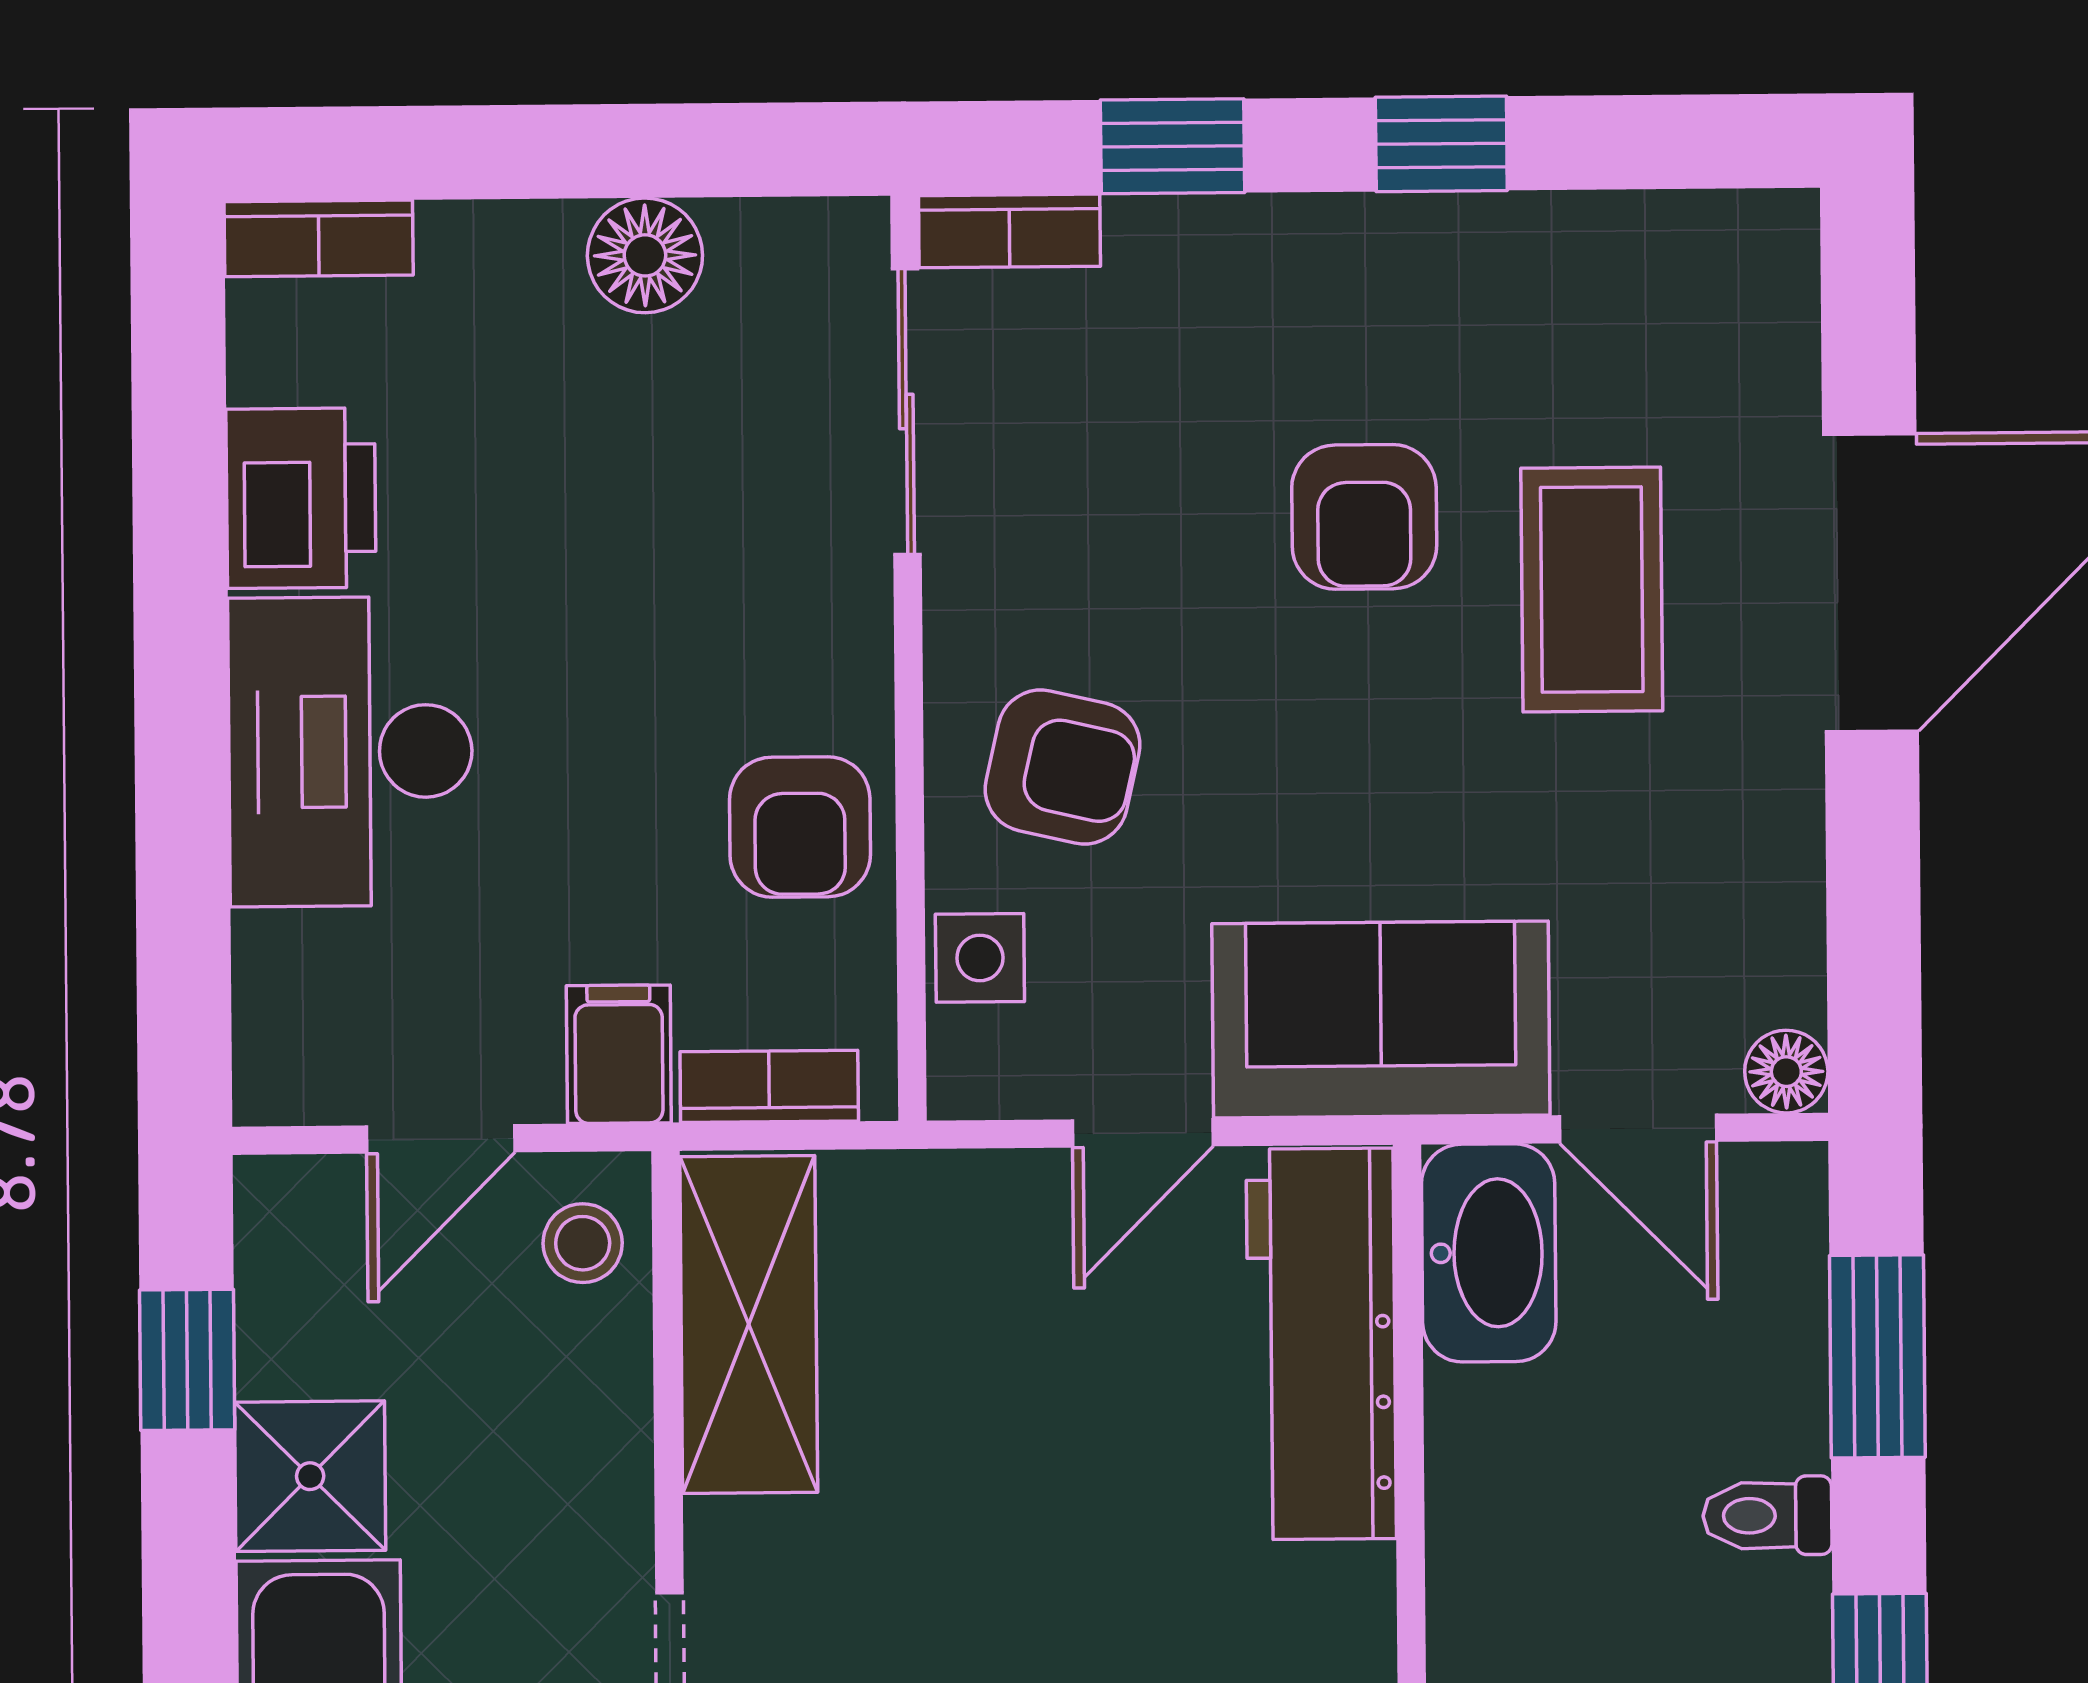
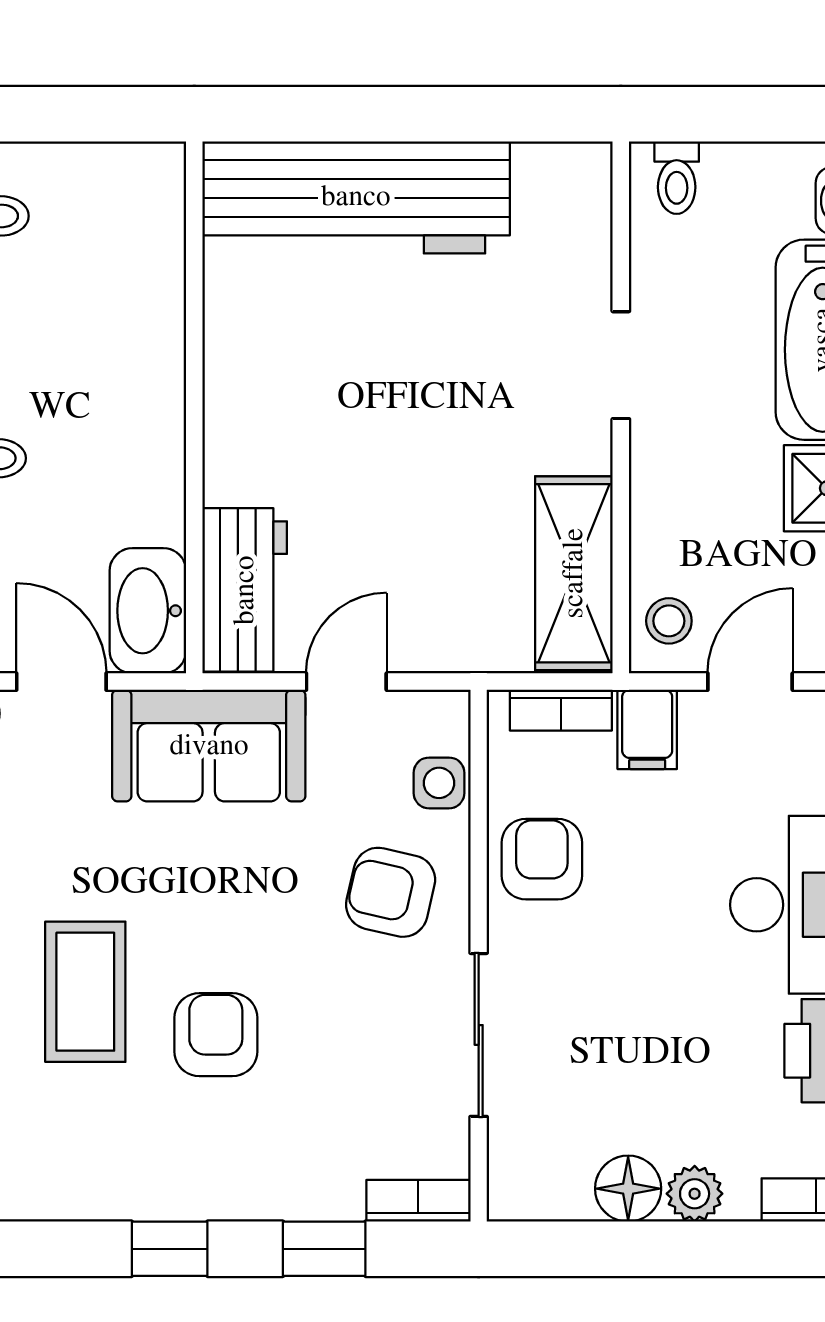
plant: (529, 247) -> (695, 1194), added
sliding door: (906, 412) -> (479, 1035), moved
workbench: (1321, 1344) -> (245, 590), width x0.73

